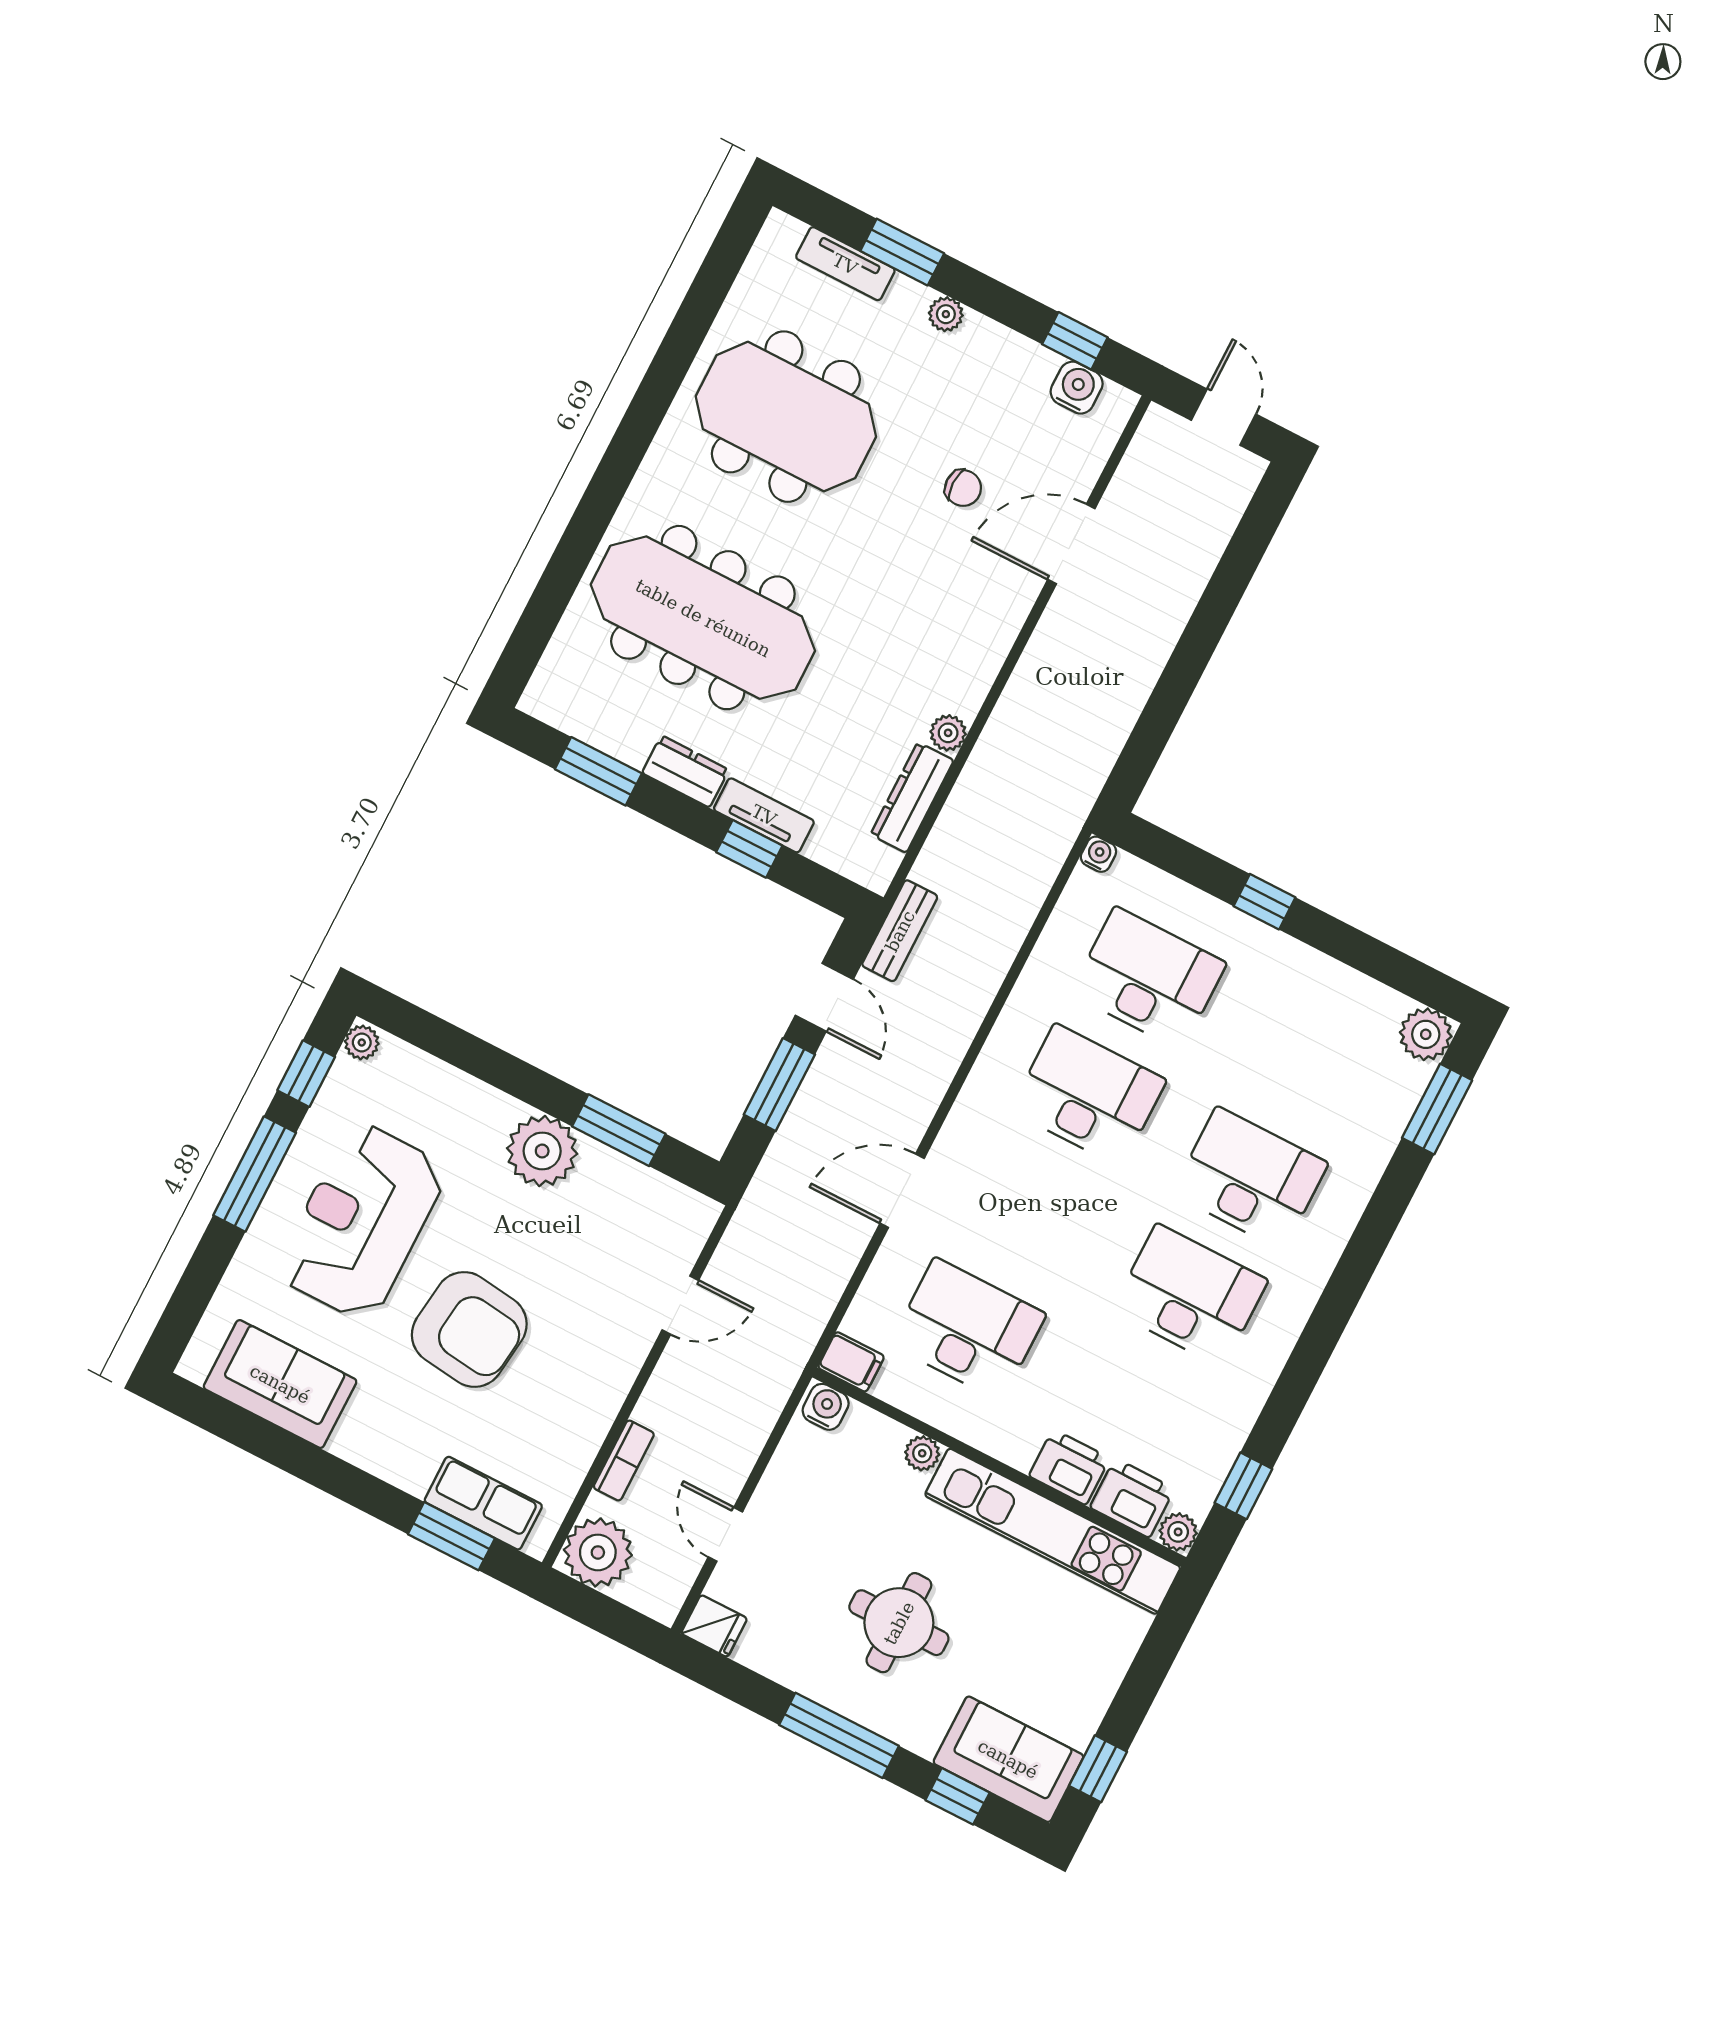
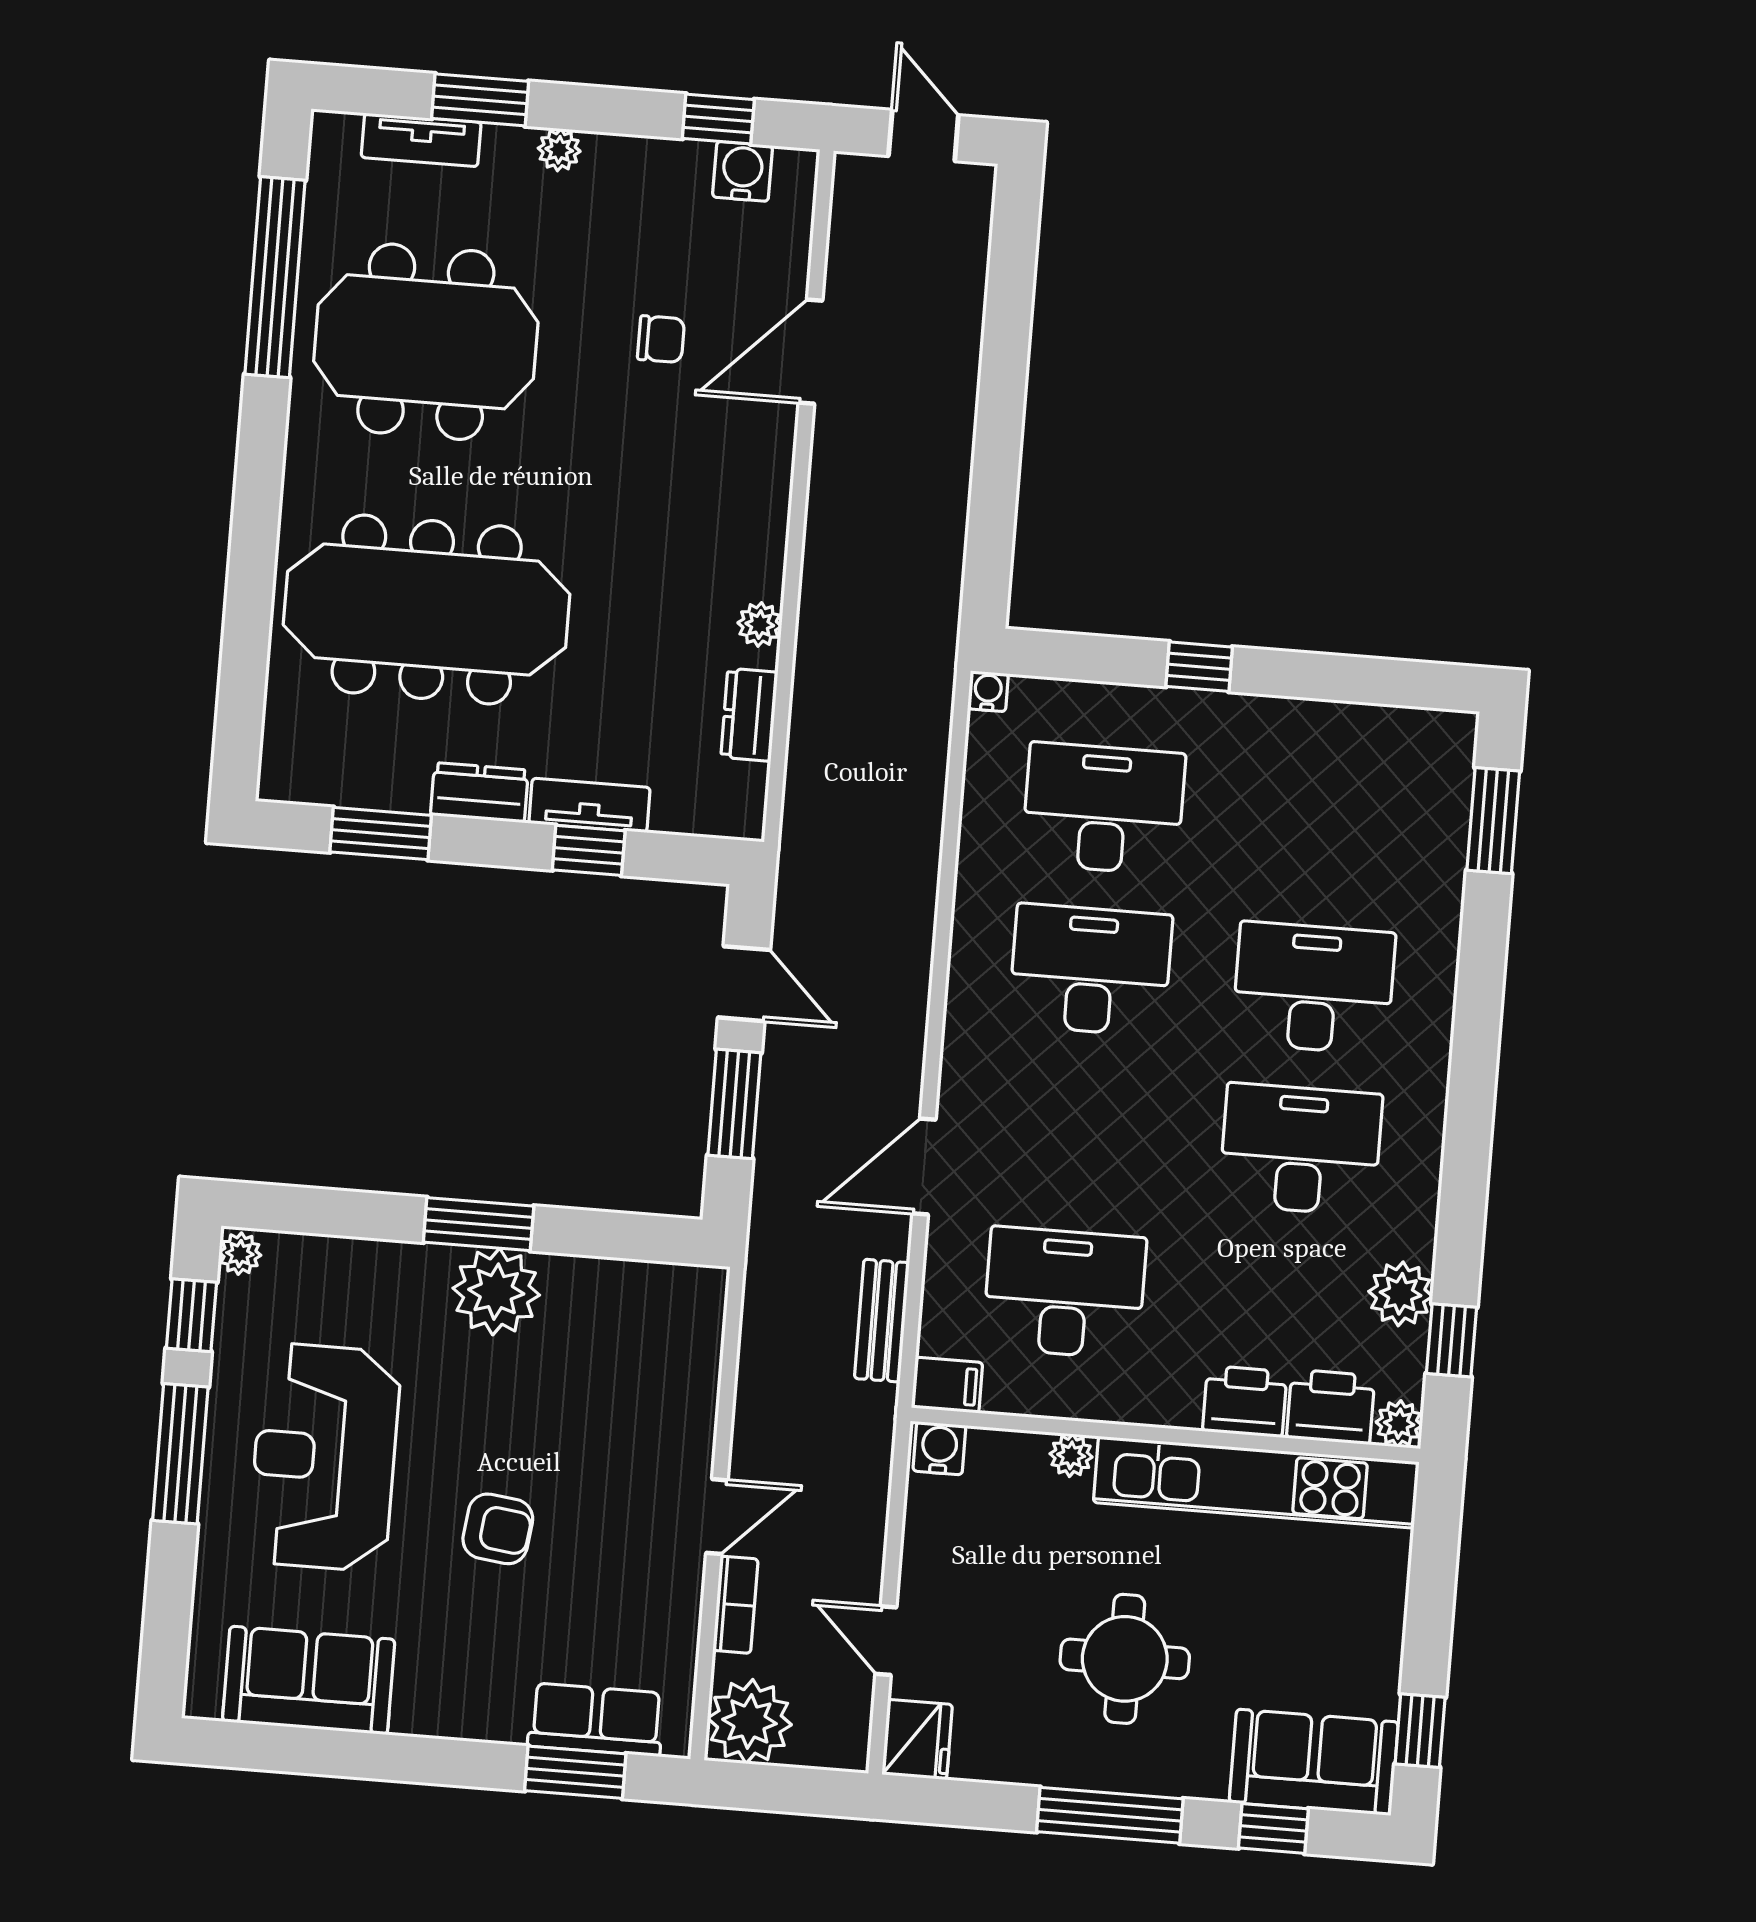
window: (693, 321) -> (275, 277), added
dresser: (912, 797) -> (749, 715), width x0.70
bench: (900, 931) -> (882, 1321), moved
plant: (1426, 1034) -> (1401, 1294), moved
window: (619, 1130) -> (479, 1224), moved
door: (680, 1305) -> (717, 1517), moved
armchair: (469, 1329) -> (498, 1529), width x0.53, depth x0.53
fridge: (714, 1626) -> (917, 1740), width x1.38

